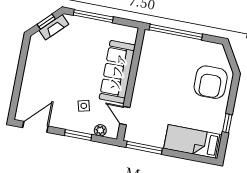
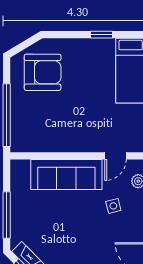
armchair: (211, 82) -> (43, 72), moved

